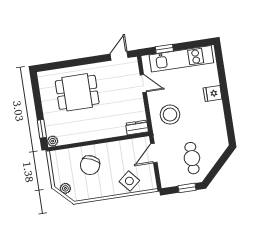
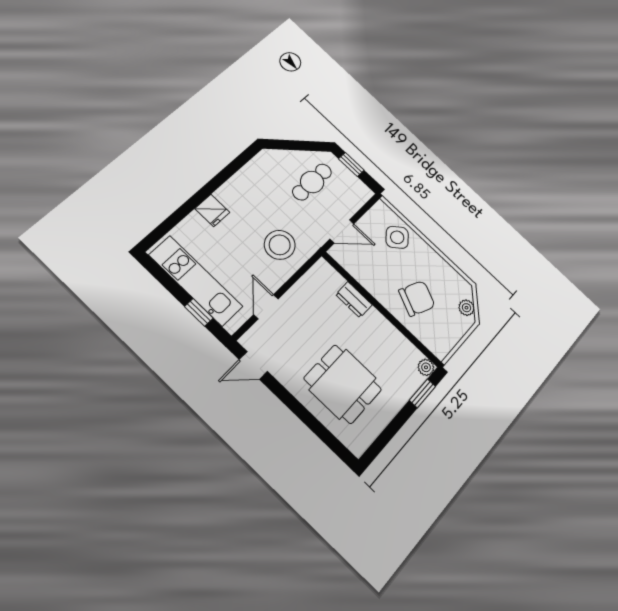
dresser: (137, 127) -> (354, 300), moved

